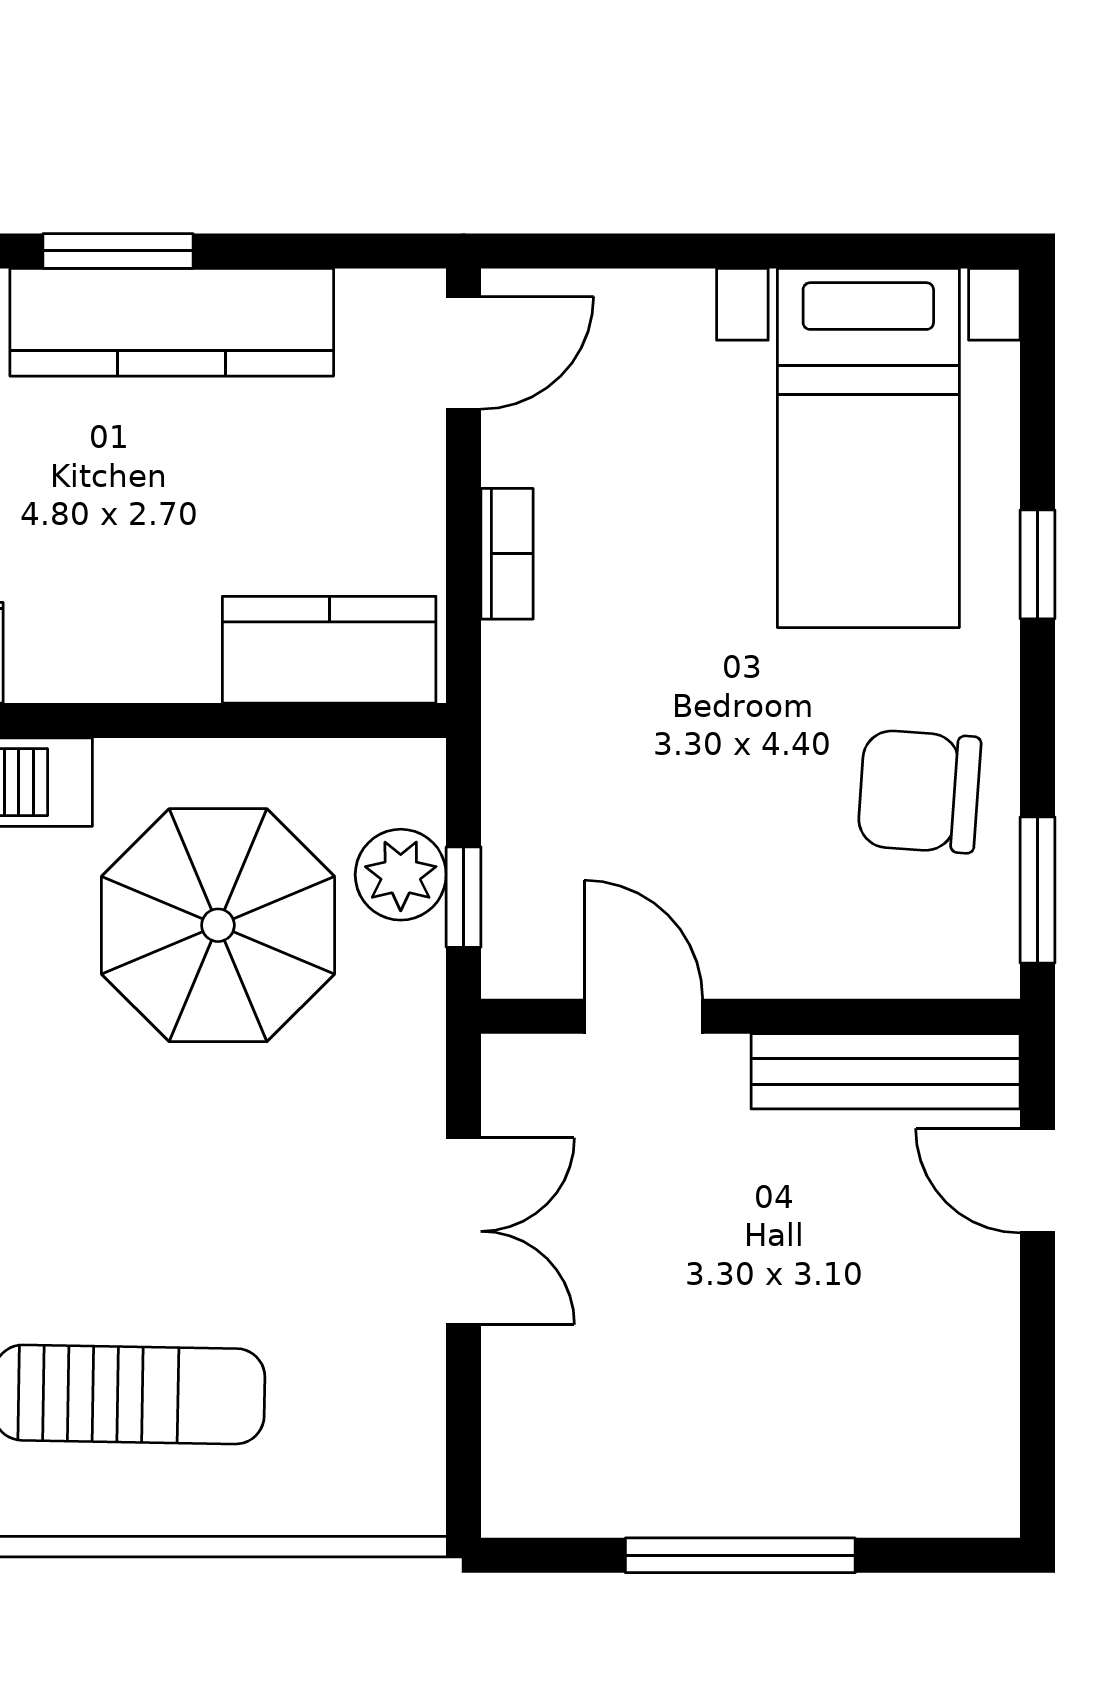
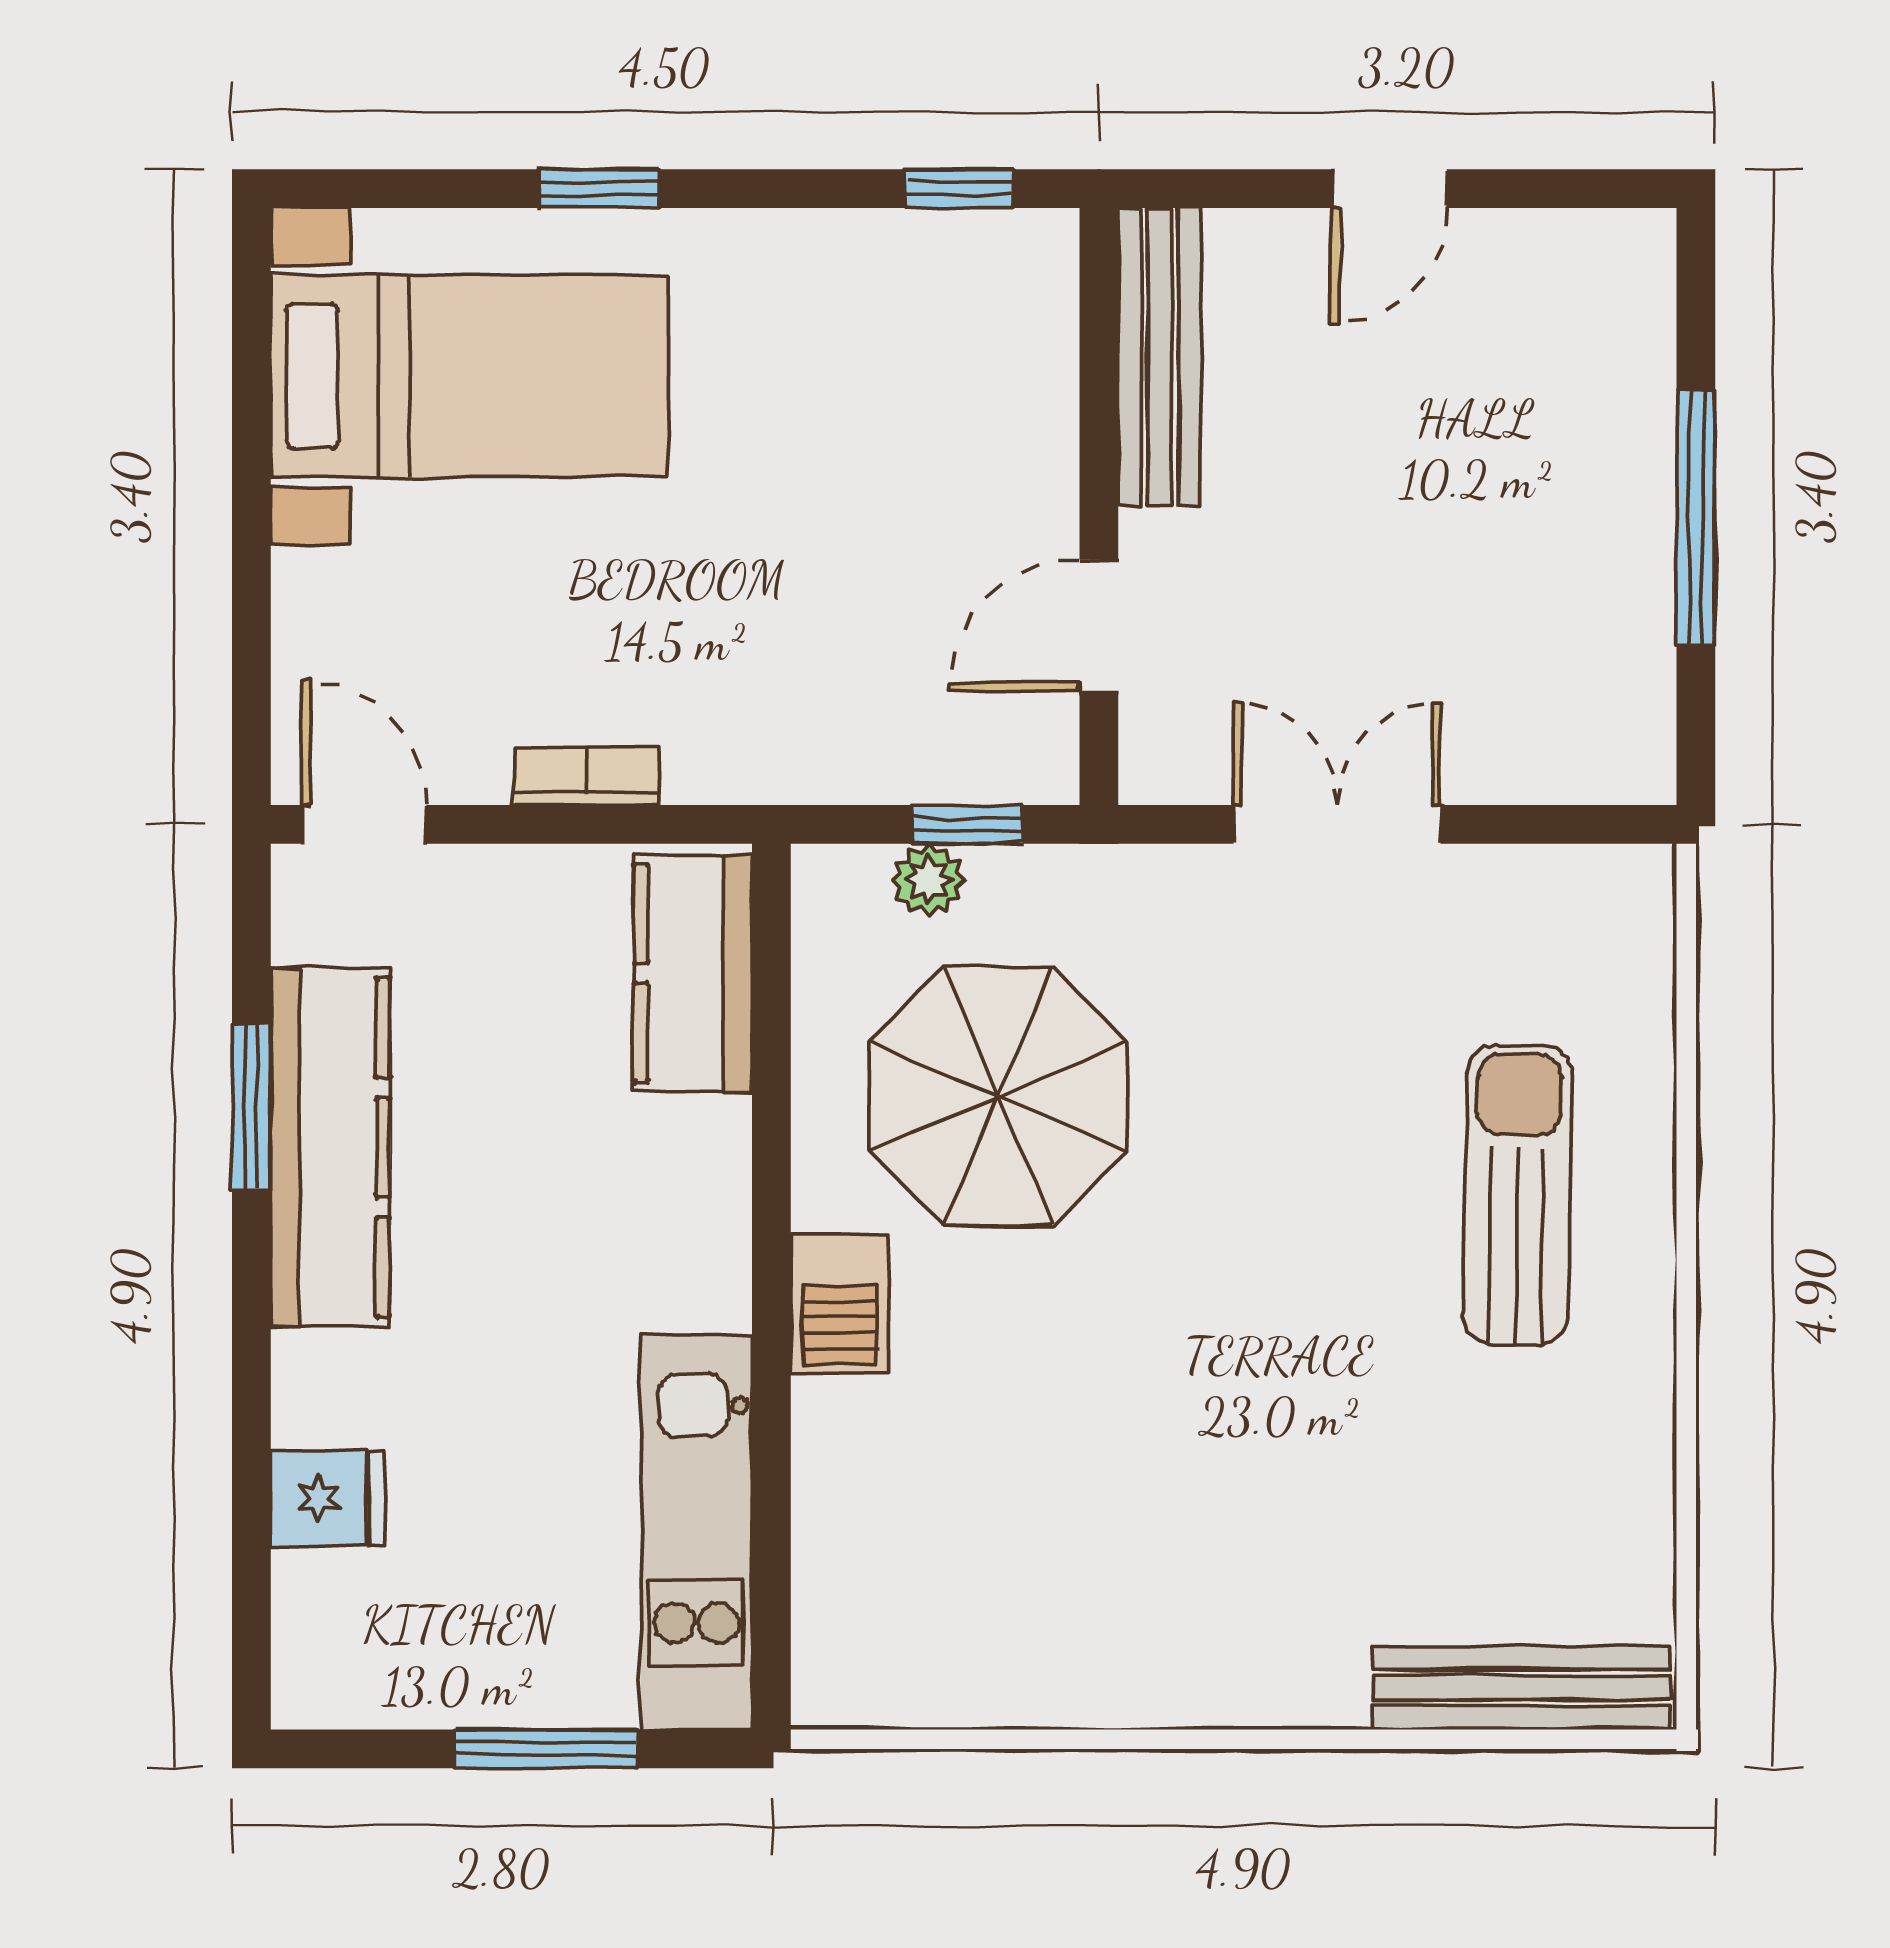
window: (118, 251) -> (251, 1106), moved
chair: (919, 791) -> (850, 320), removed
plant: (401, 875) -> (928, 880), width x0.73, depth x0.73
window: (1038, 890) -> (959, 189), width x0.67
door: (1038, 1181) -> (1389, 189), moved

